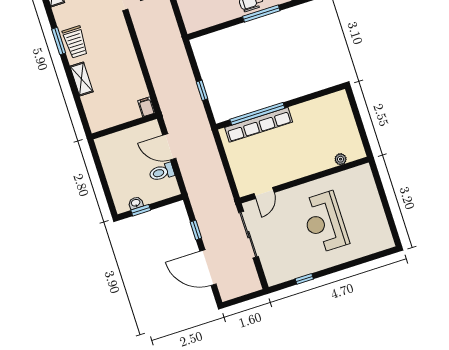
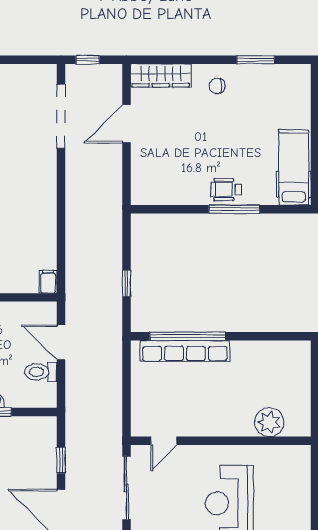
plant: (341, 159) -> (269, 422), width x1.88, depth x1.88

